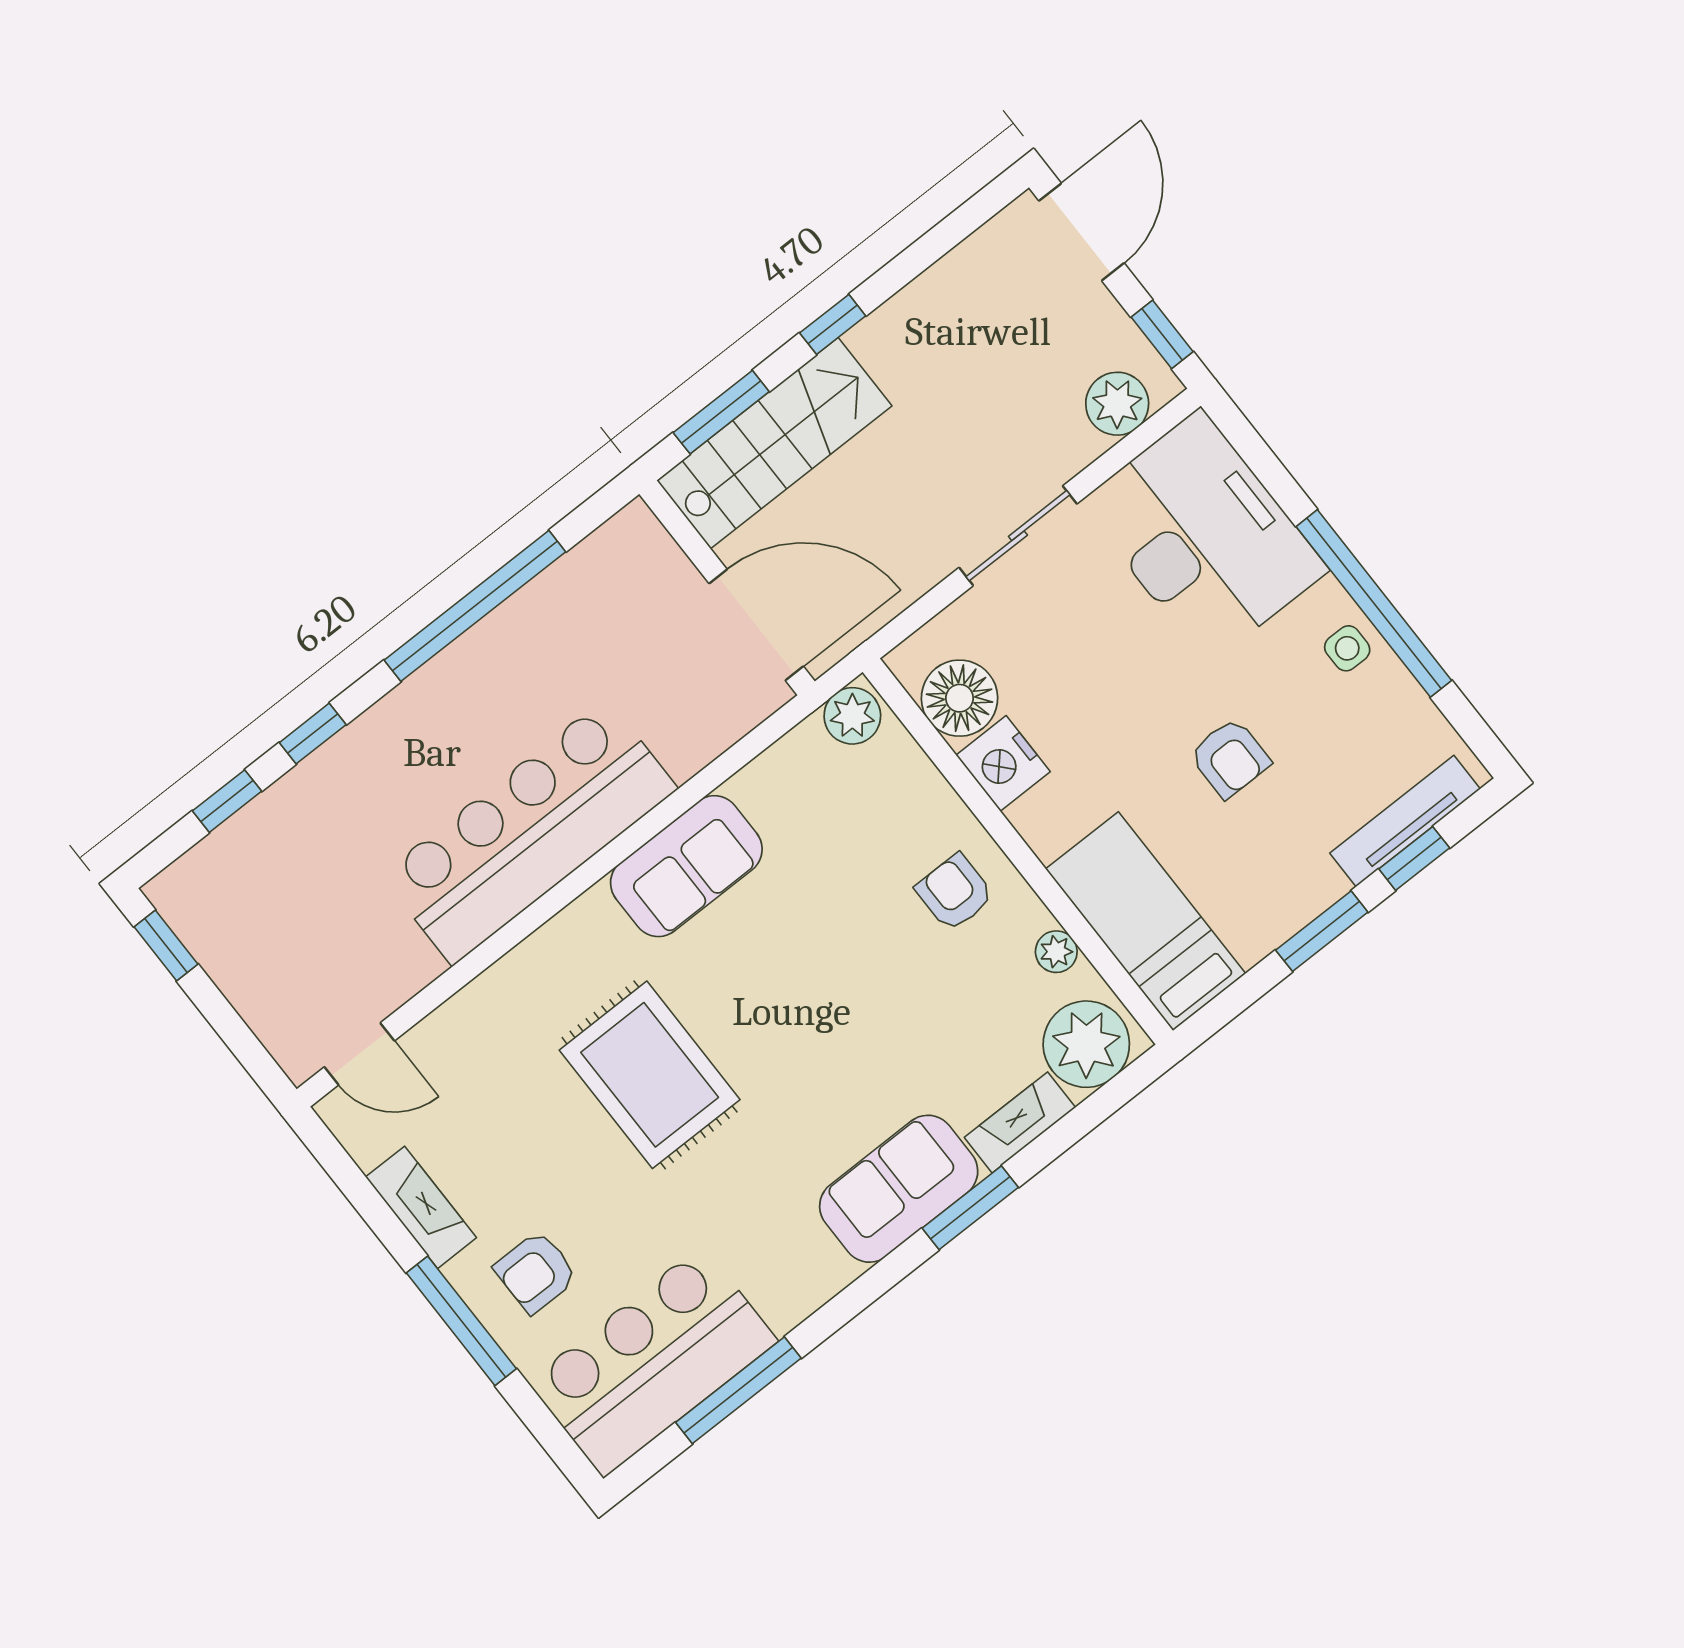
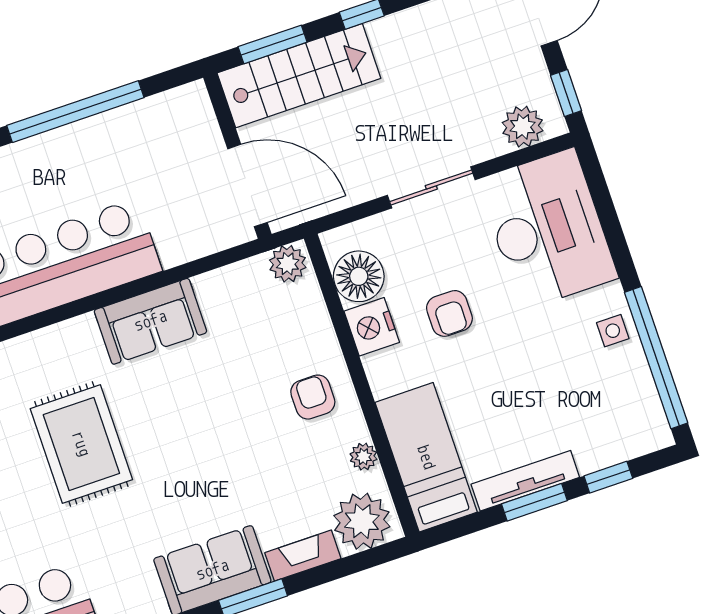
window: (1374, 603) -> (656, 358), moved
armchair: (1230, 758) -> (449, 313), moved
tv unit: (1405, 821) -> (525, 481), moved

